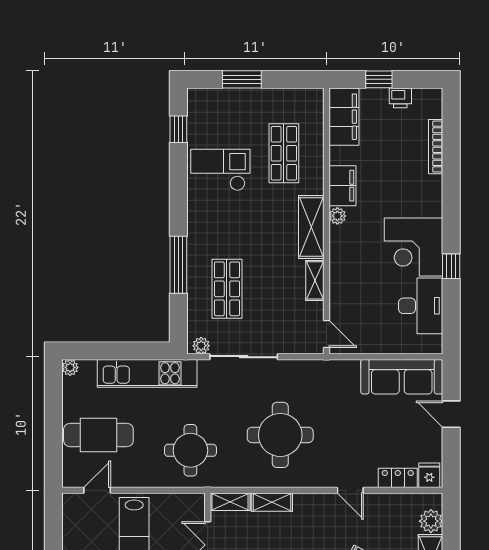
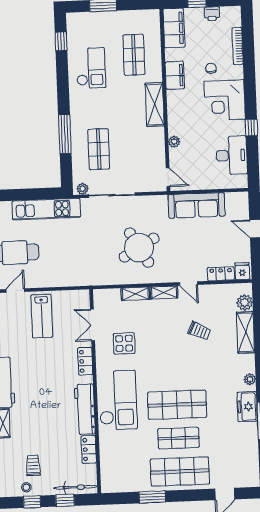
checkout: (220, 170) -> (91, 68), turned 90
chair: (396, 178) -> (211, 68), added
plant: (337, 216) -> (174, 142), moved
corner desk: (414, 247) -> (225, 100), moved
shelving: (315, 280) -> (159, 141), removed
sofa: (402, 377) -> (197, 205), moved
round table: (280, 435) -> (139, 248), turned -30
round table: (190, 450) -> (78, 261), removed
shelving: (230, 502) -> (164, 292), moved

